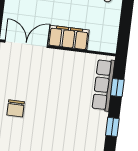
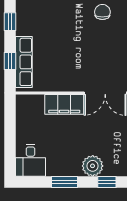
chair: (16, 108) -> (102, 12), moved

